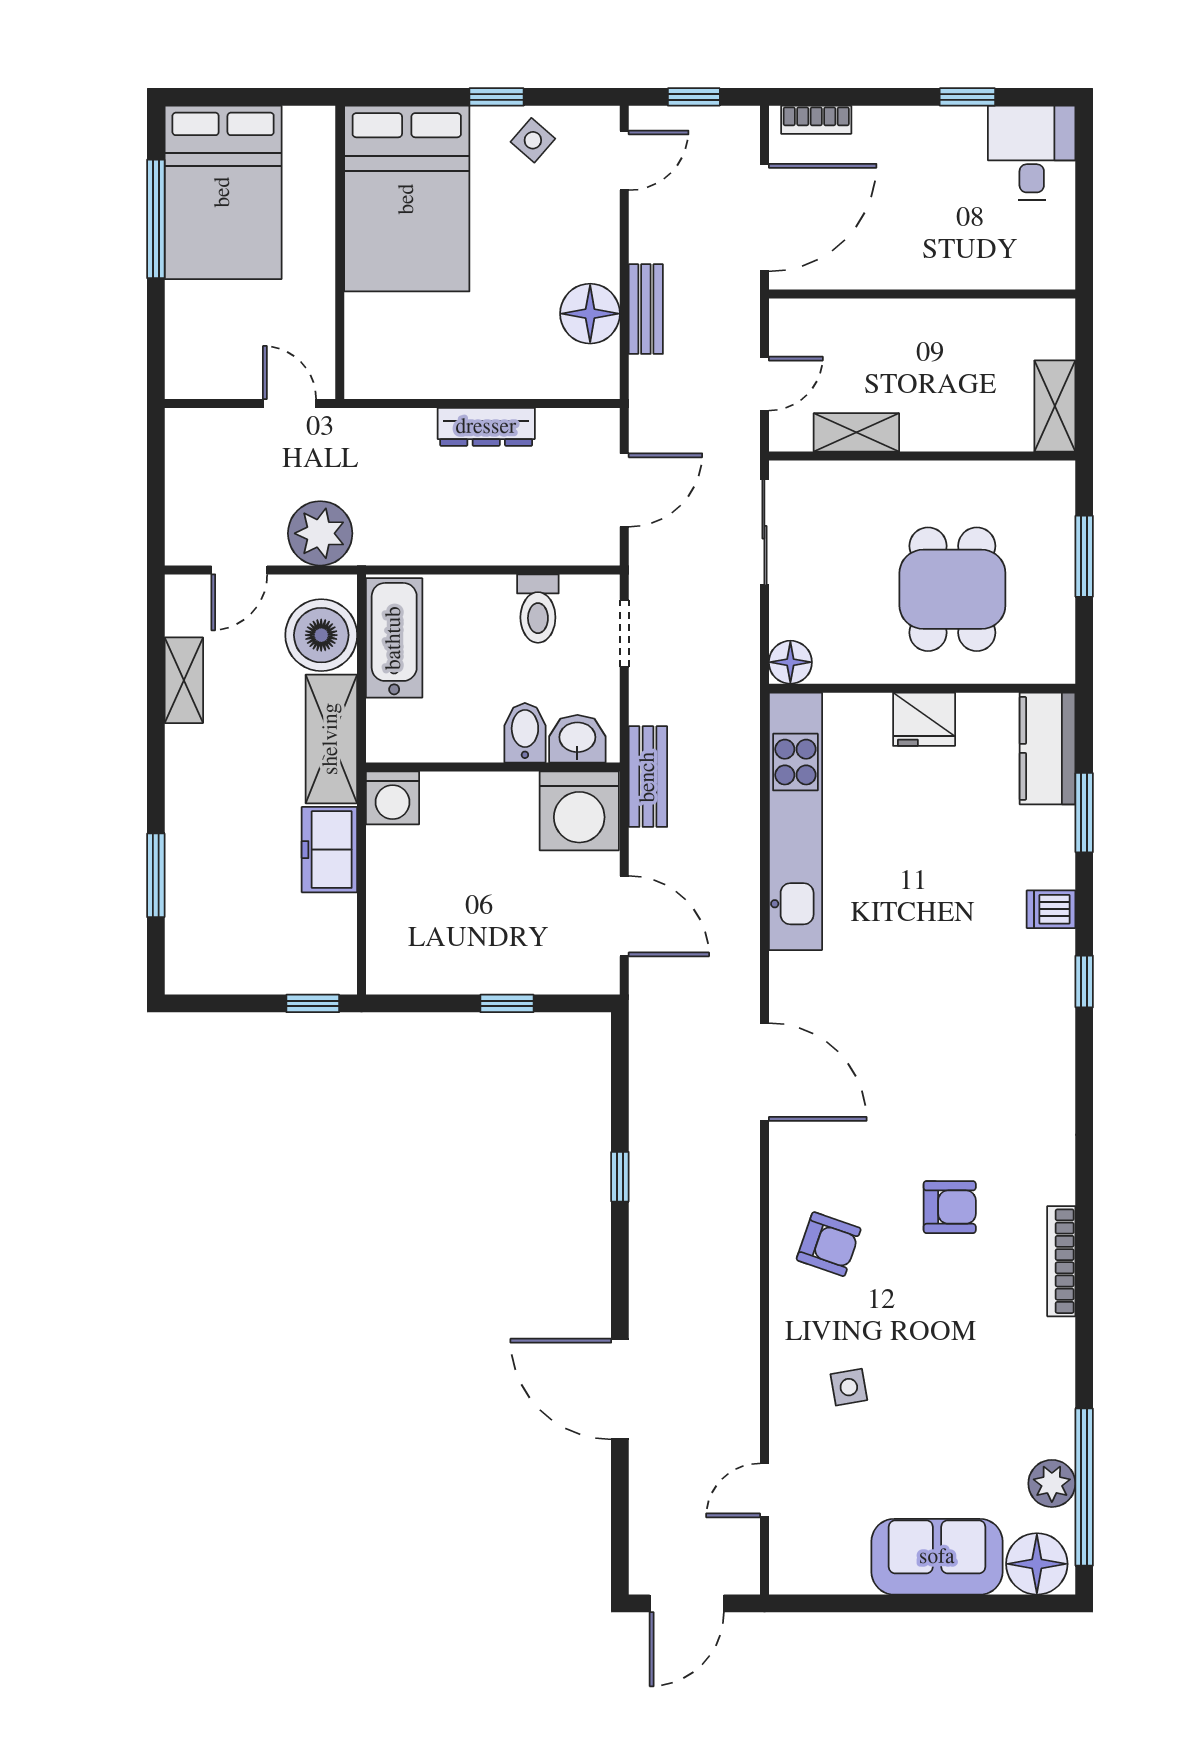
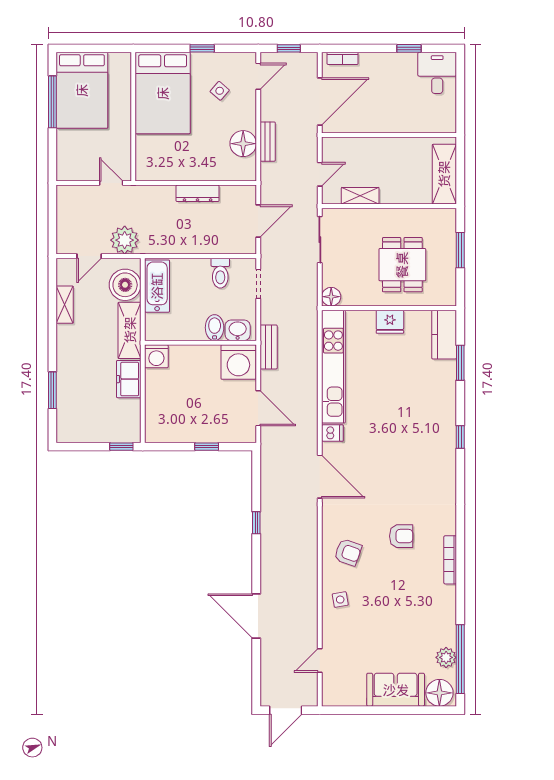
side table: (533, 140) -> (220, 91), moved
shelving: (1055, 406) -> (444, 174), width x1.50, depth x1.33
dishwasher: (1051, 909) -> (332, 433), moved, turned 180
side table: (849, 1387) -> (340, 600), moved

